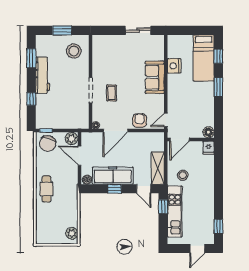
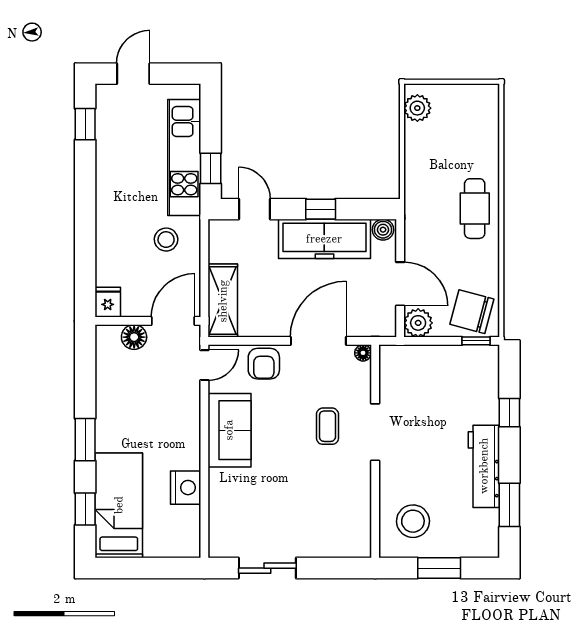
sofa: (155, 77) -> (229, 430), moved
floor lamp: (208, 132) -> (134, 337), moved
chair: (48, 143) -> (472, 312), turned -91
shelving: (158, 168) -> (223, 301), moved

